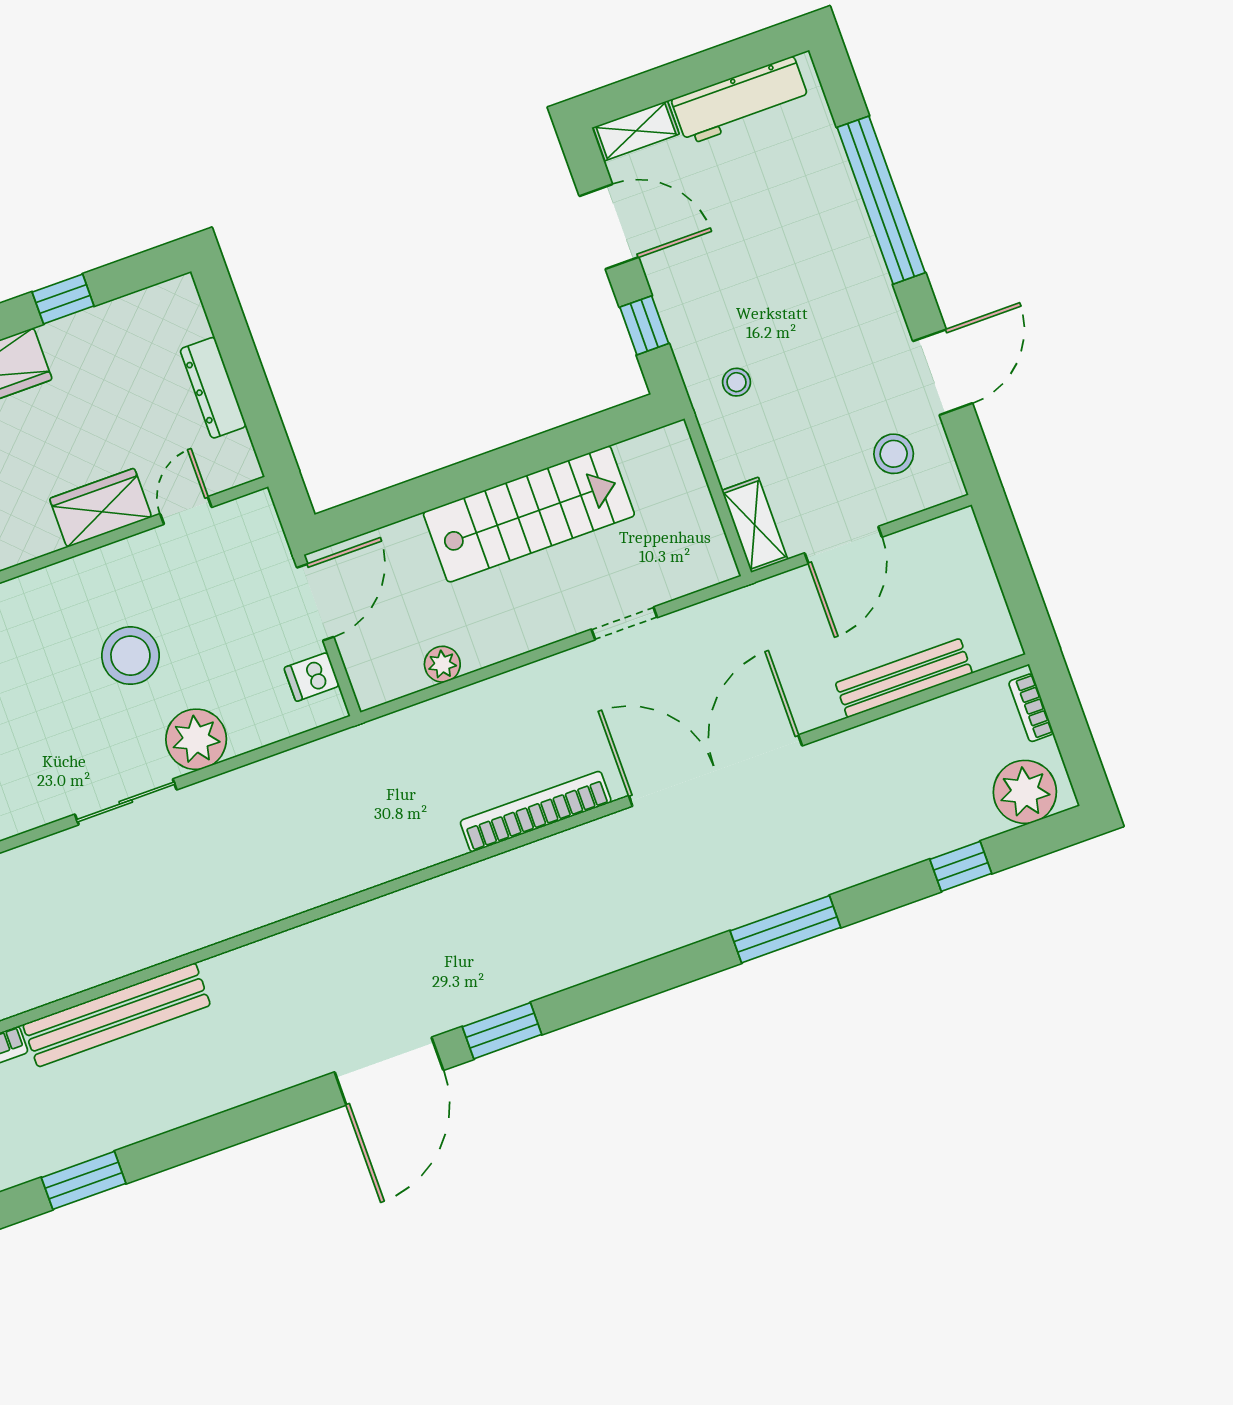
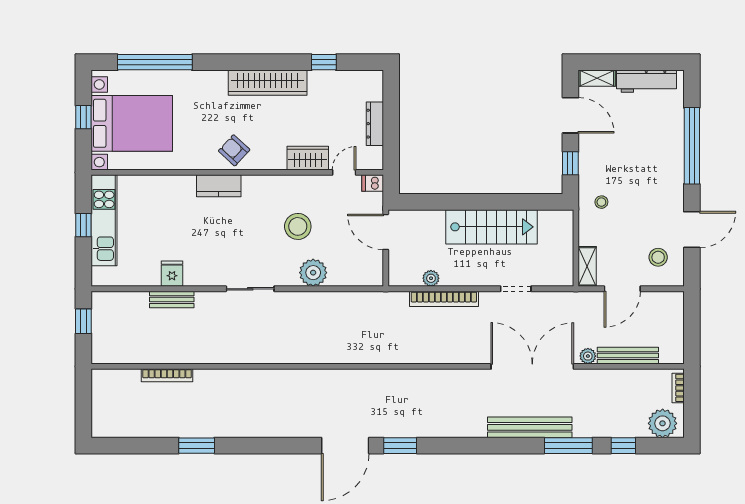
door: (315, 602) -> (386, 232), swing flipped
dishwasher: (312, 677) -> (373, 183), moved
plant: (822, 709) -> (588, 356), added
sliding door: (126, 802) -> (250, 289), moved
bookcase: (536, 812) -> (444, 299), moved, turned 180
window: (785, 929) -> (568, 446), moved
bench: (117, 1015) -> (530, 427), moved

